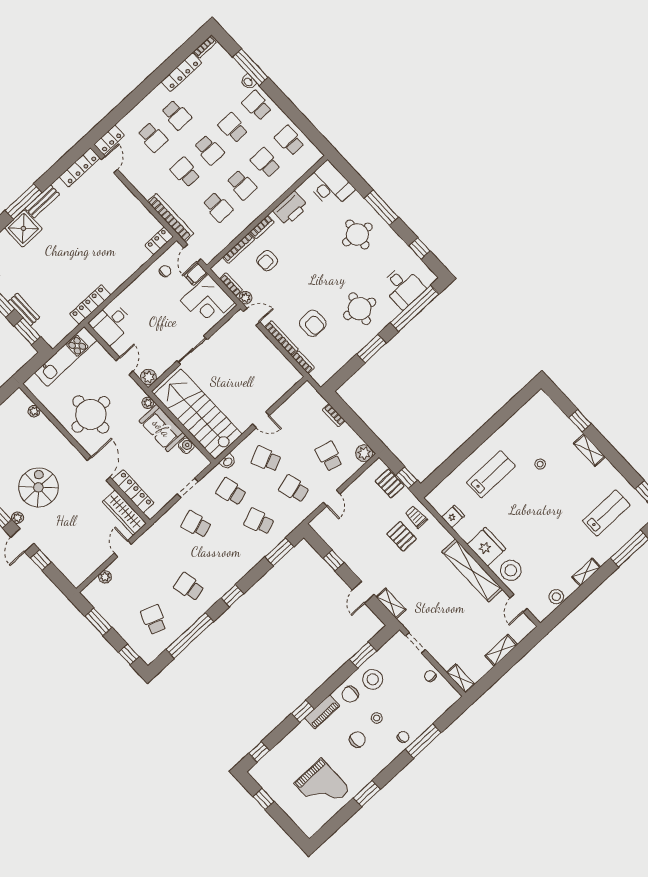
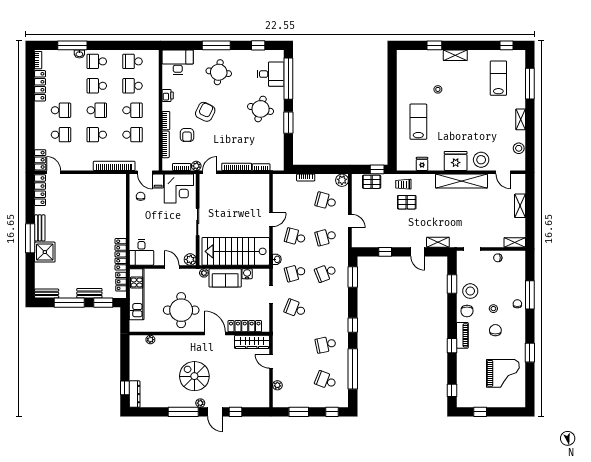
printer: (290, 208) -> (168, 96), width x0.53, depth x0.68
locker: (159, 241) -> (121, 282), moved
armchair: (313, 323) -> (205, 112), moved, turned -64
school desk: (266, 459) -> (295, 237), turned 39
school desk: (196, 524) -> (295, 309), turned 39

